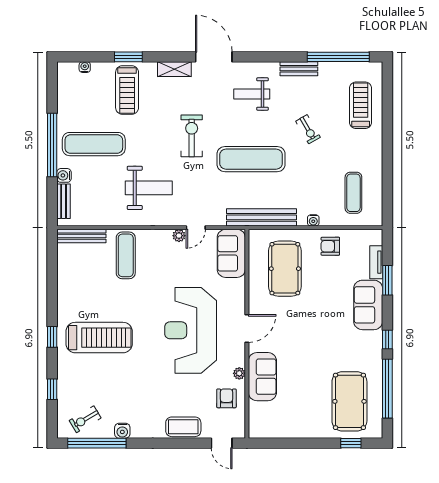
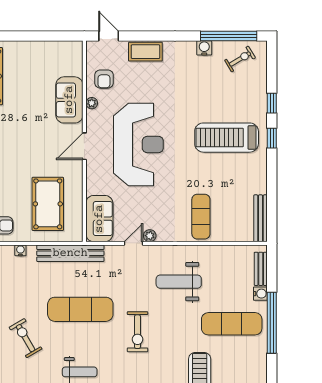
exercise bike: (308, 129) -> (26, 338), width x1.38, depth x1.39
bench: (81, 236) -> (261, 218), moved, turned 90
window: (52, 389) -> (272, 103), moved

